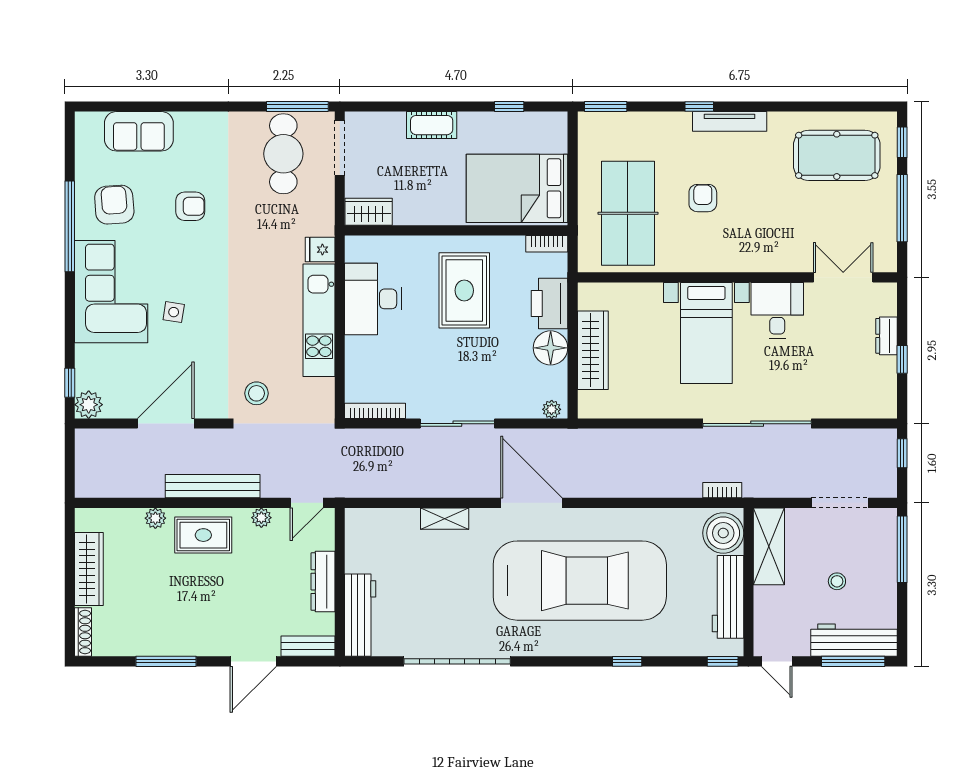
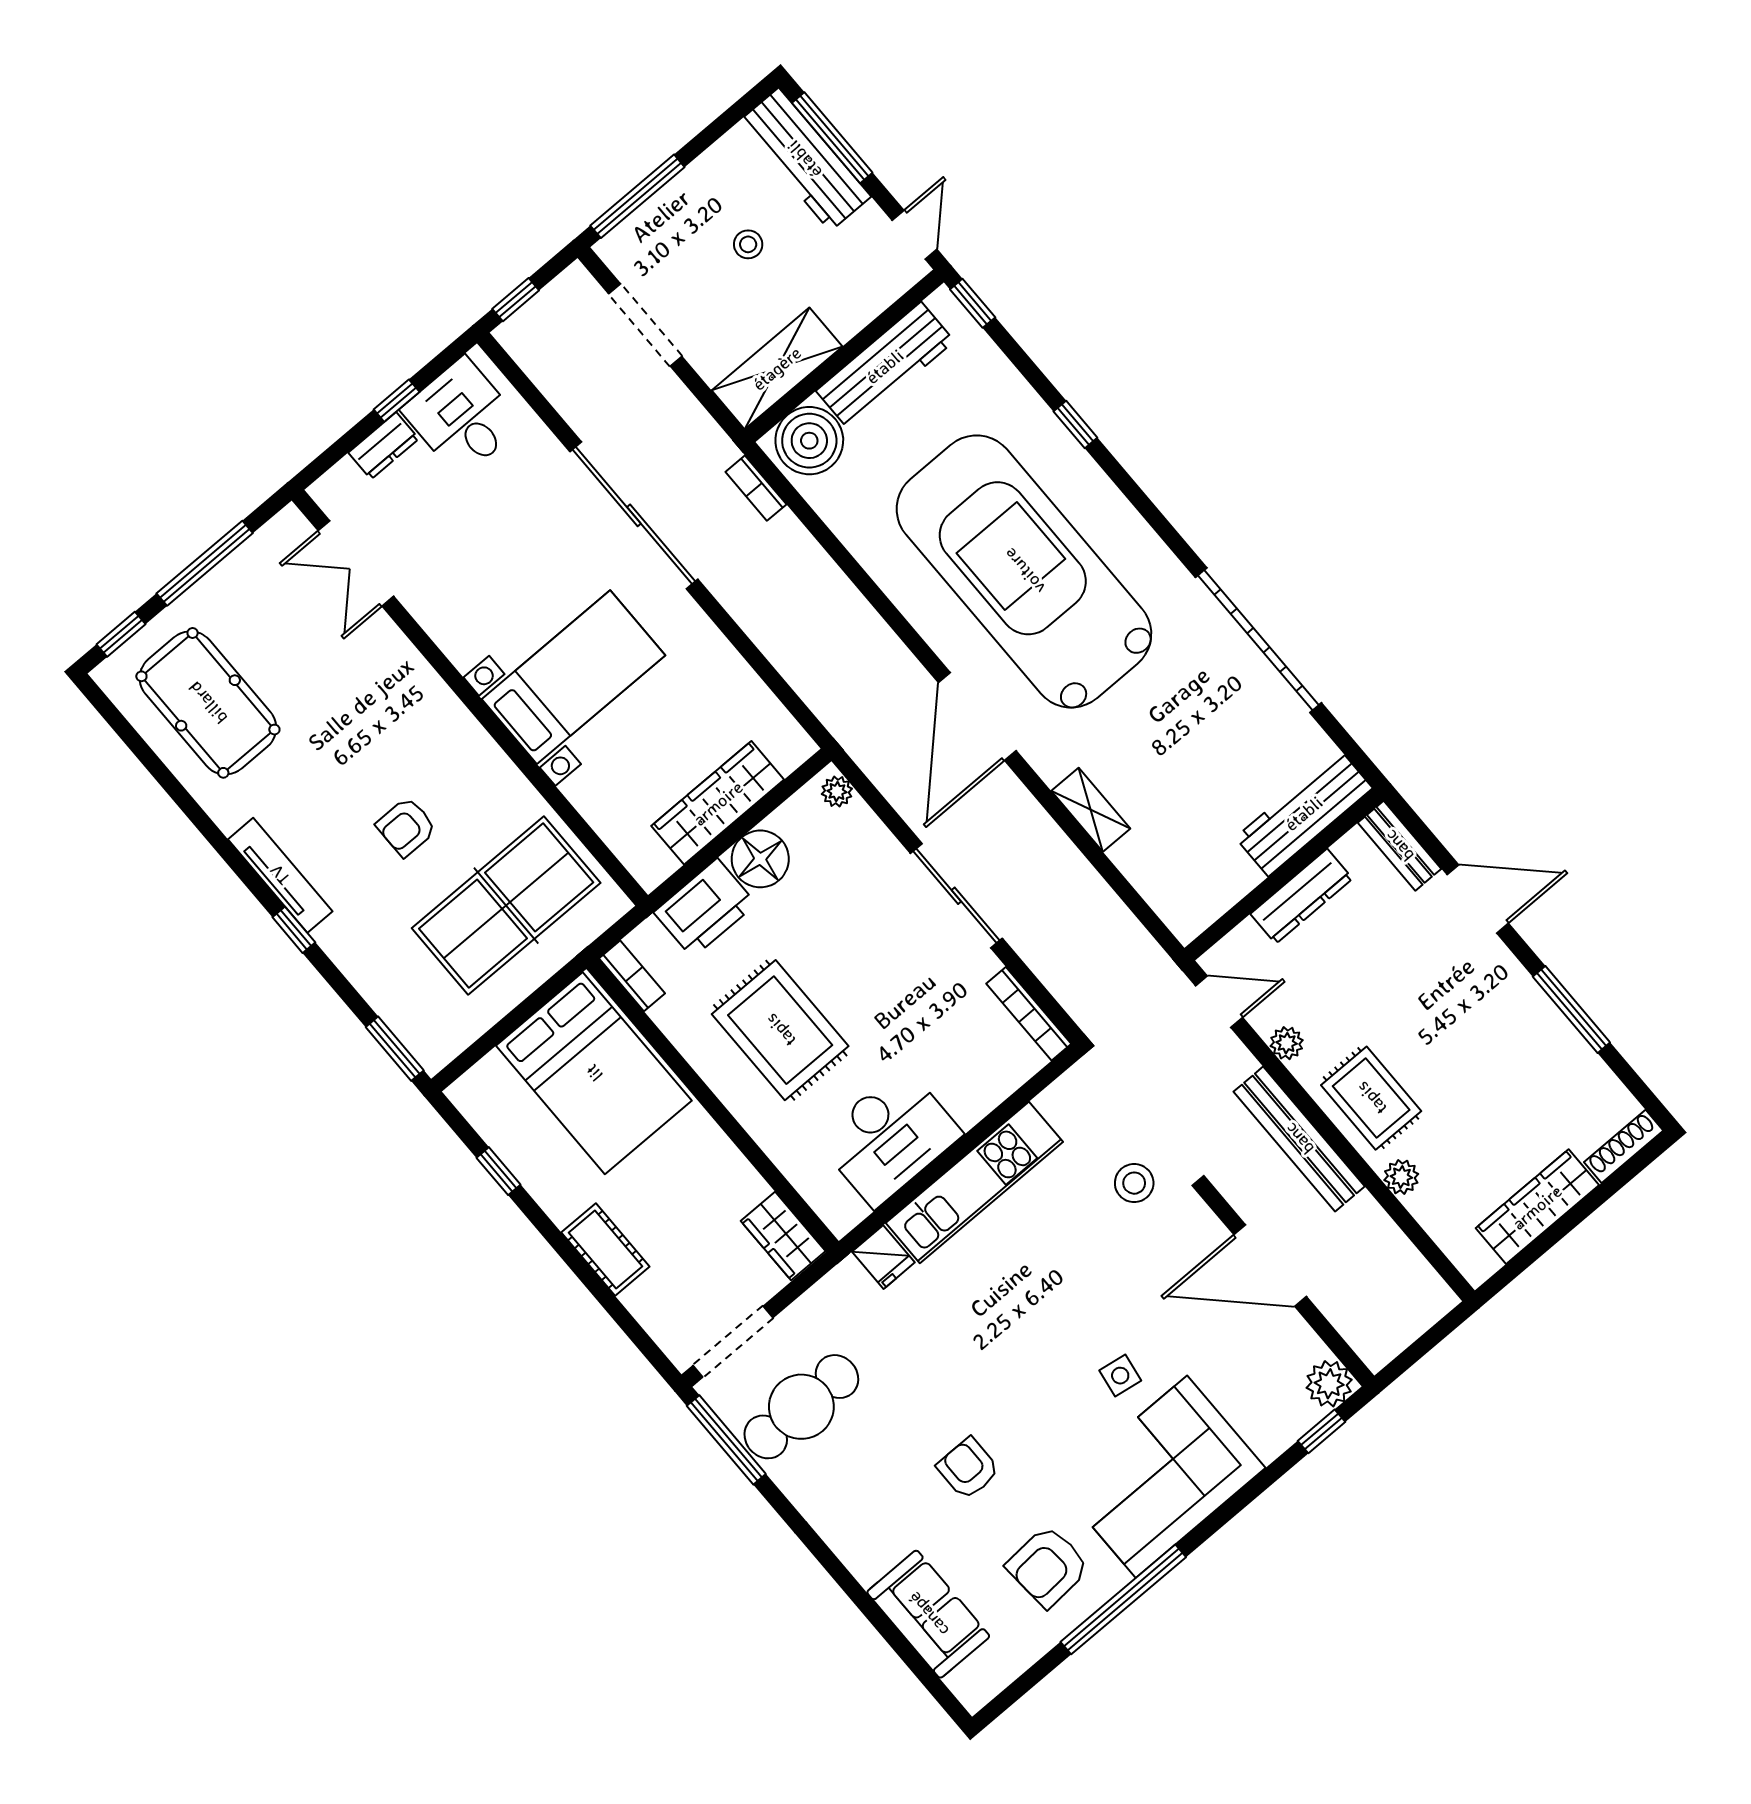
rug: (464, 290) -> (780, 1030), turned 90
desk: (777, 310) -> (462, 417), moved, turned 90

